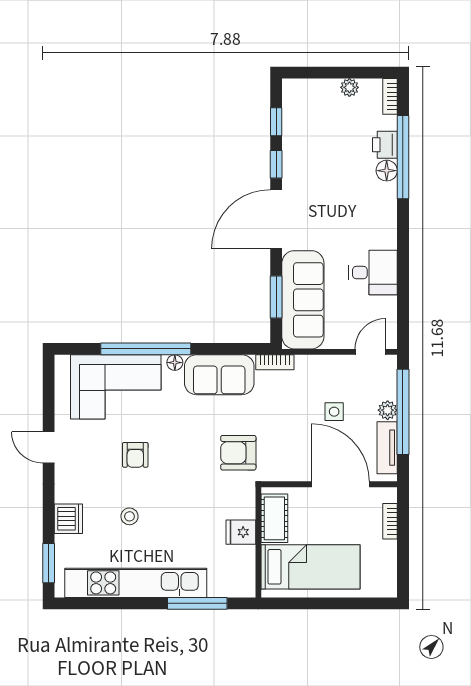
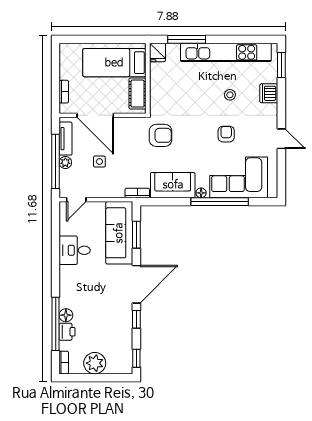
plant: (349, 87) -> (95, 363), width x1.87, depth x1.87
window: (276, 122) -> (136, 358), moved
fridge: (241, 532) -> (157, 52), moved, turned 90

